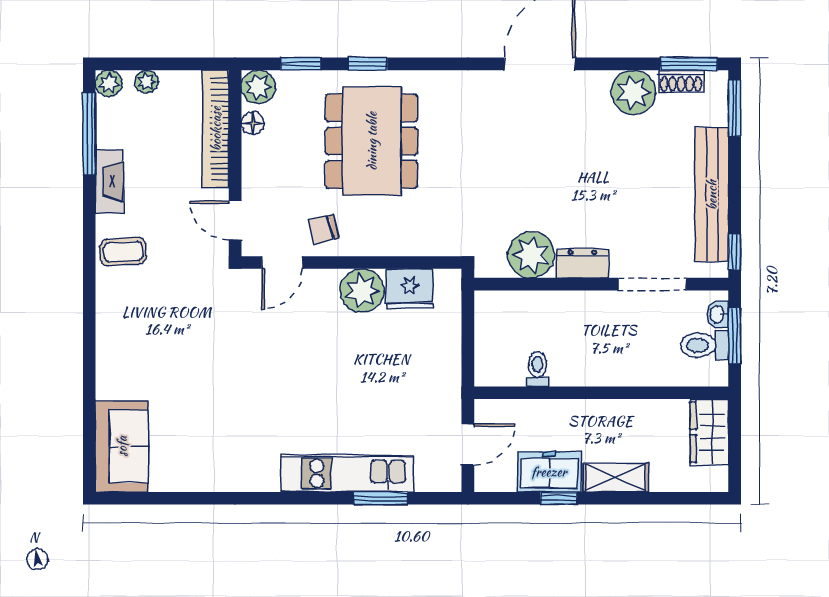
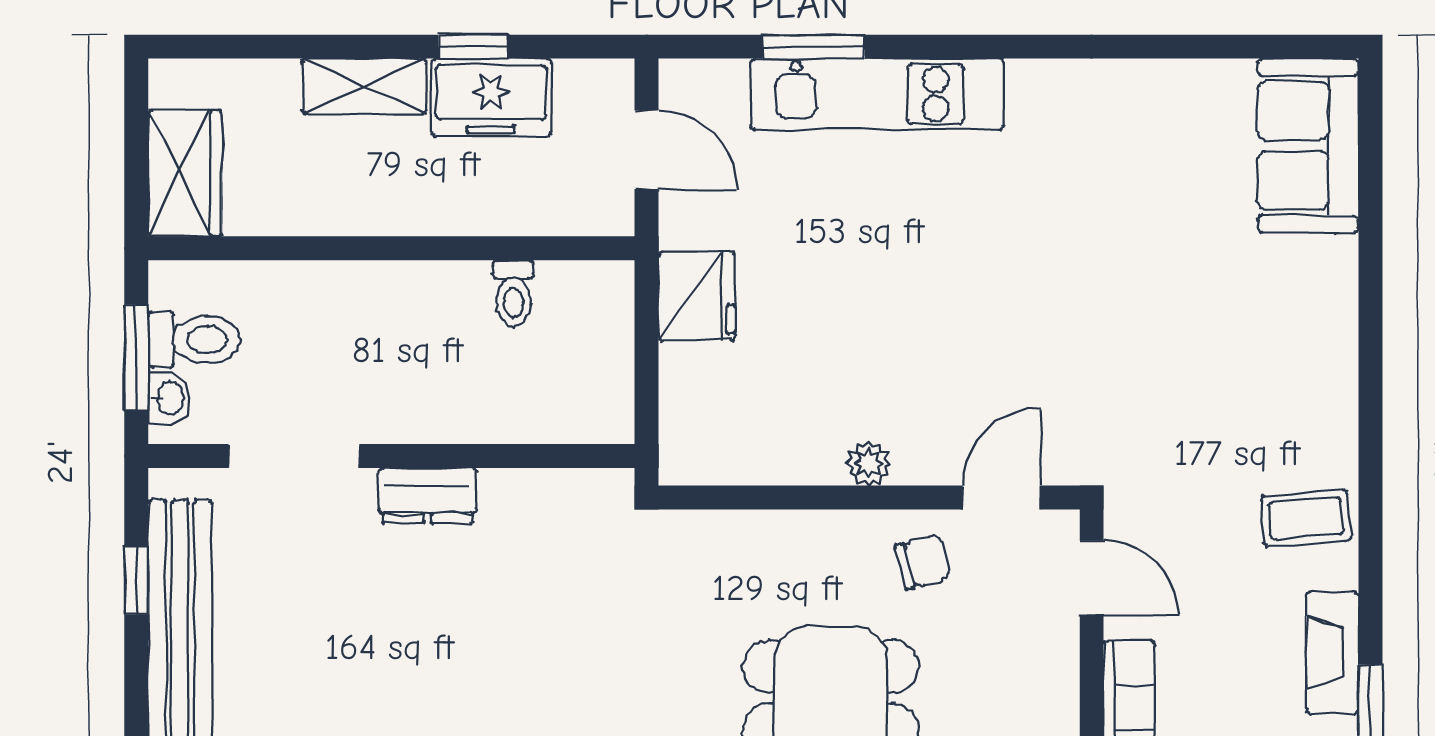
window: (735, 252) -> (136, 580), moved
plant: (531, 255) -> (526, 512), removed
fridge: (410, 289) -> (697, 296), moved, turned 90
plant: (362, 291) -> (869, 463), width x0.53, depth x0.53
door: (468, 444) -> (647, 150), swing flipped

